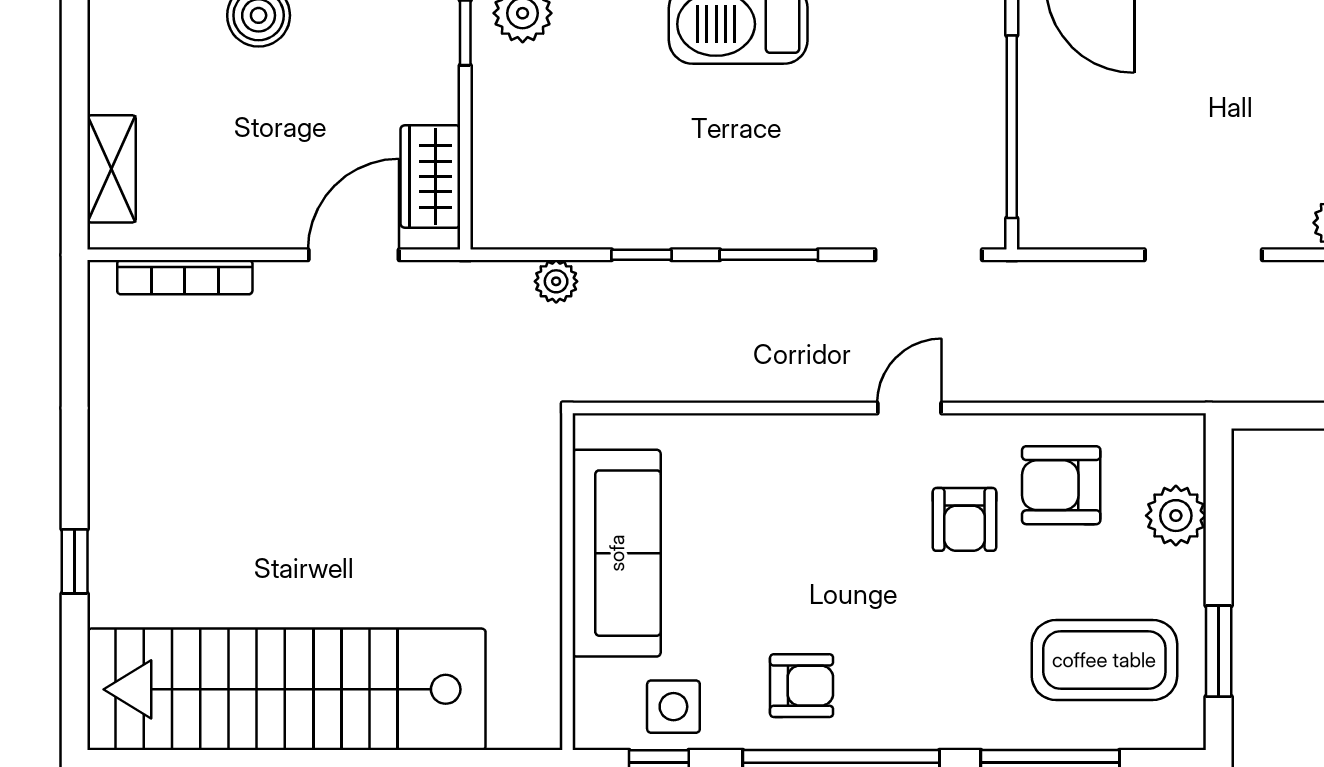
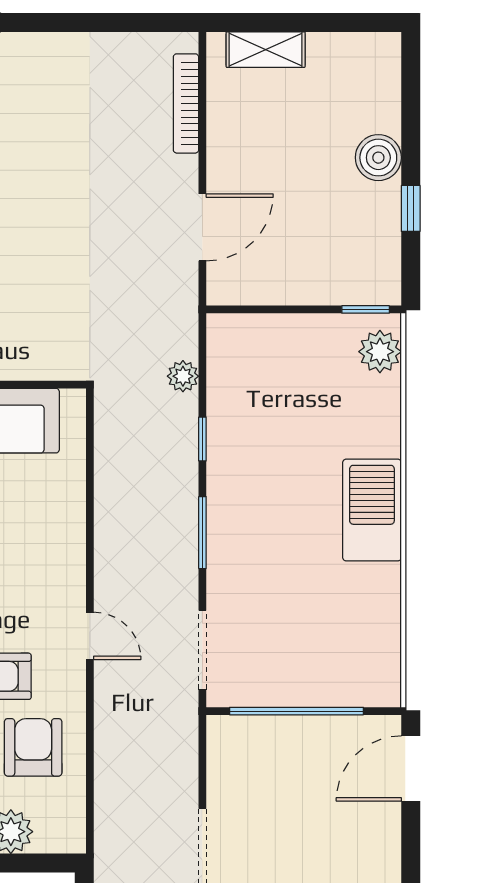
wardrobe: (430, 176) -> (260, 284), removed
door: (354, 255) -> (202, 227), hinge flipped

